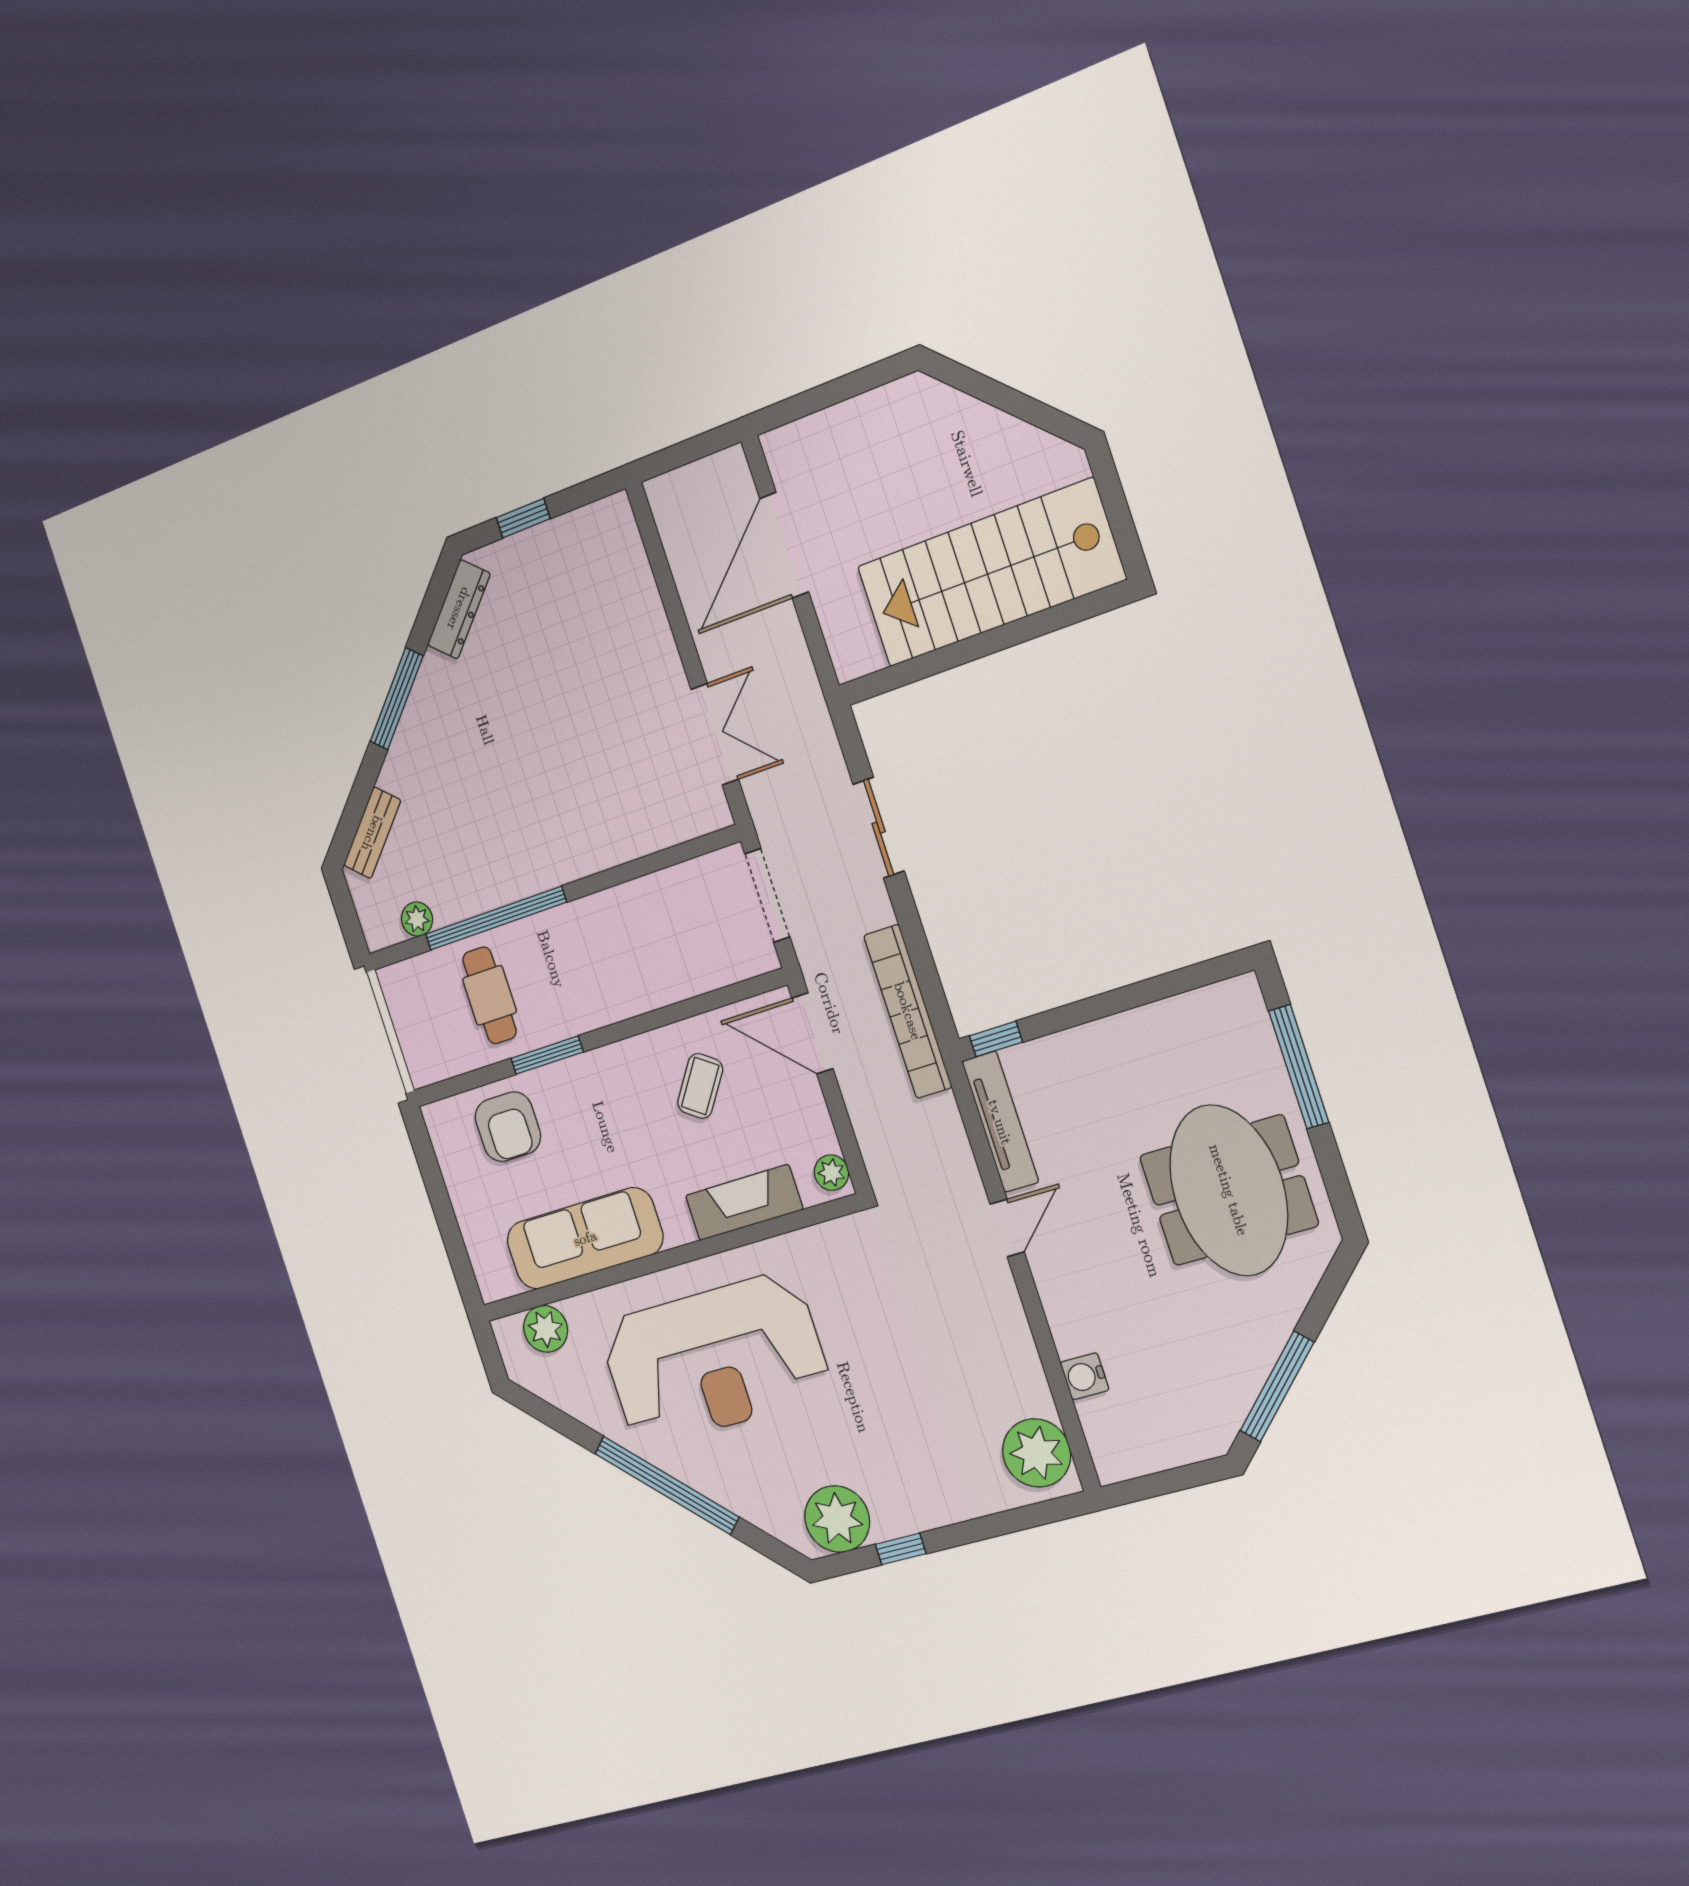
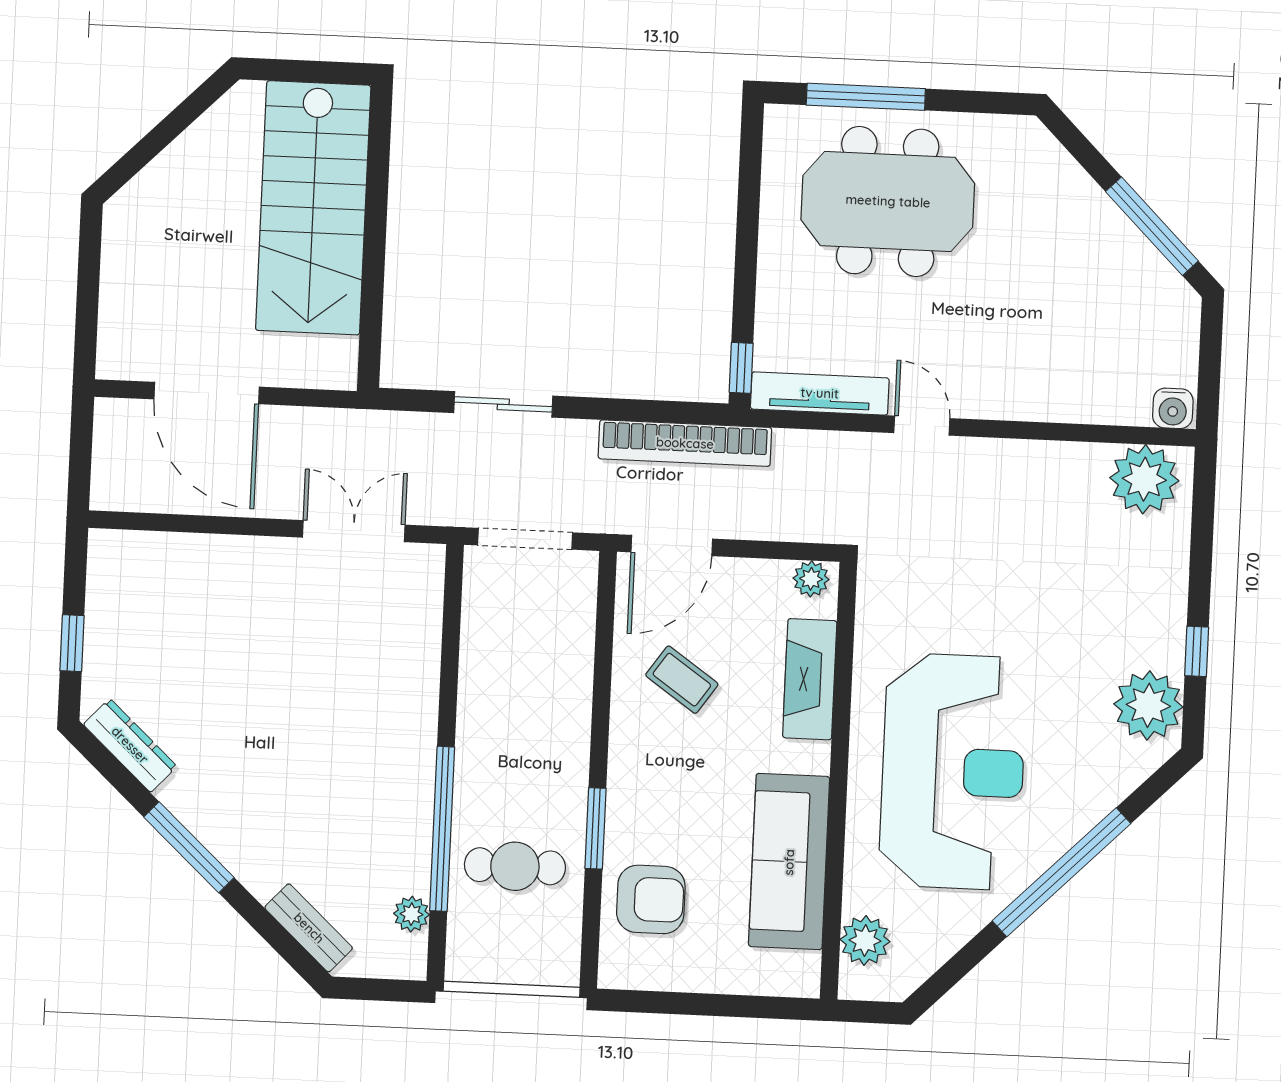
meeting table: (1229, 1190) -> (888, 201), moved
water cooler: (1085, 1376) -> (1173, 408), moved

